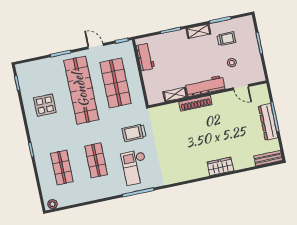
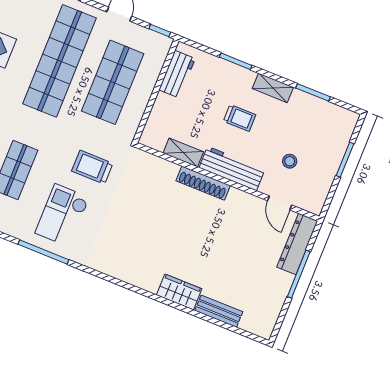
trolley: (226, 39) -> (240, 118), moved
dresser: (268, 122) -> (297, 244), moved
bench: (268, 158) -> (219, 311), moved

